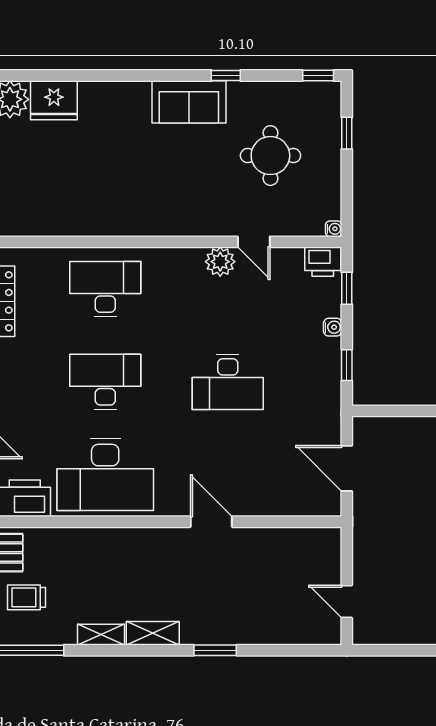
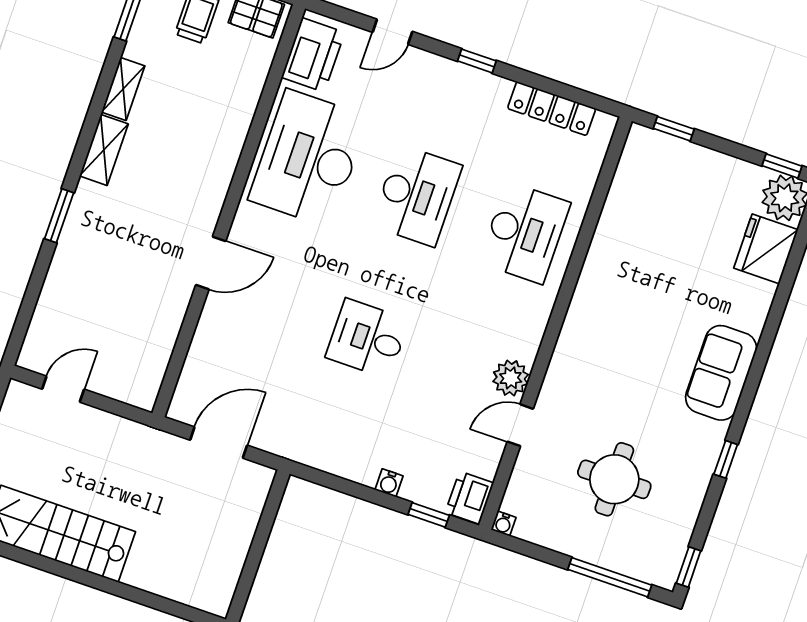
sofa: (189, 102) -> (721, 373), moved
window: (347, 133) -> (610, 577), width x2.17
window: (347, 365) -> (339, 484), removed
desk: (228, 382) -> (367, 338), width x0.73

